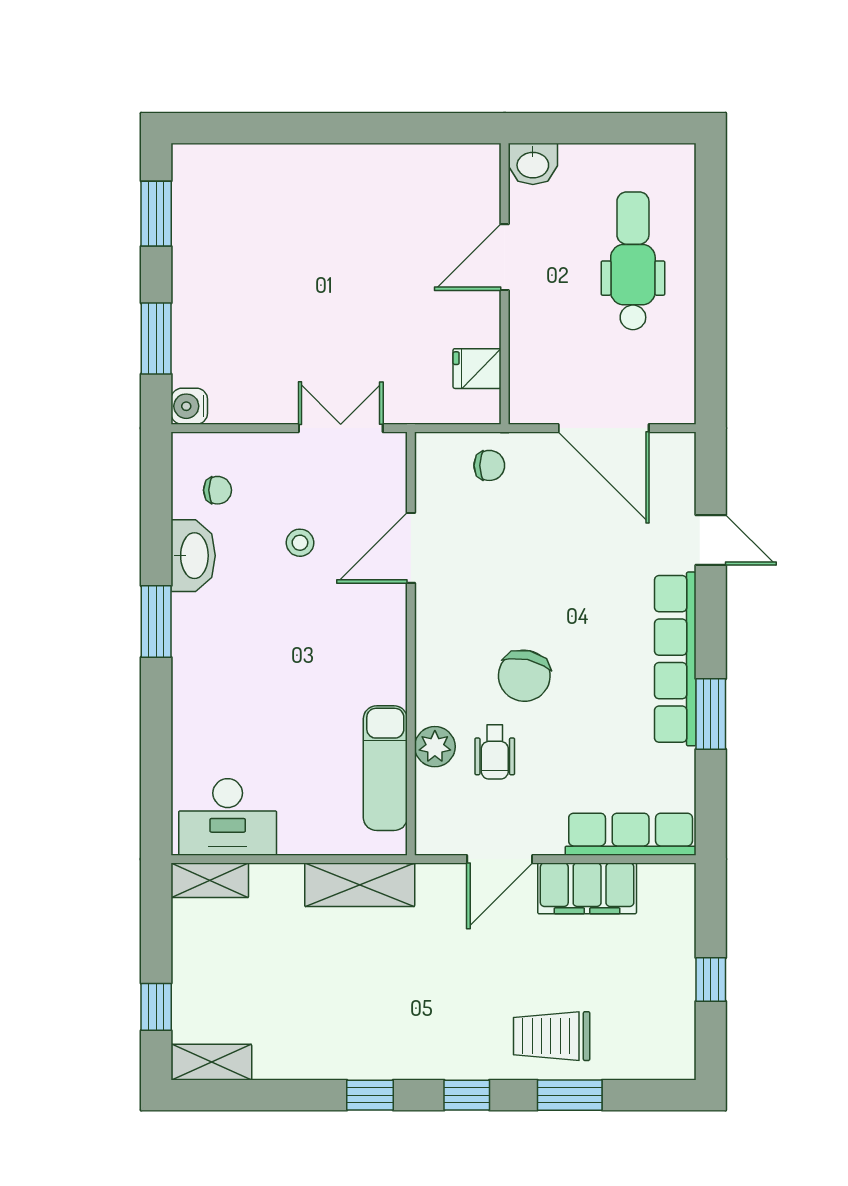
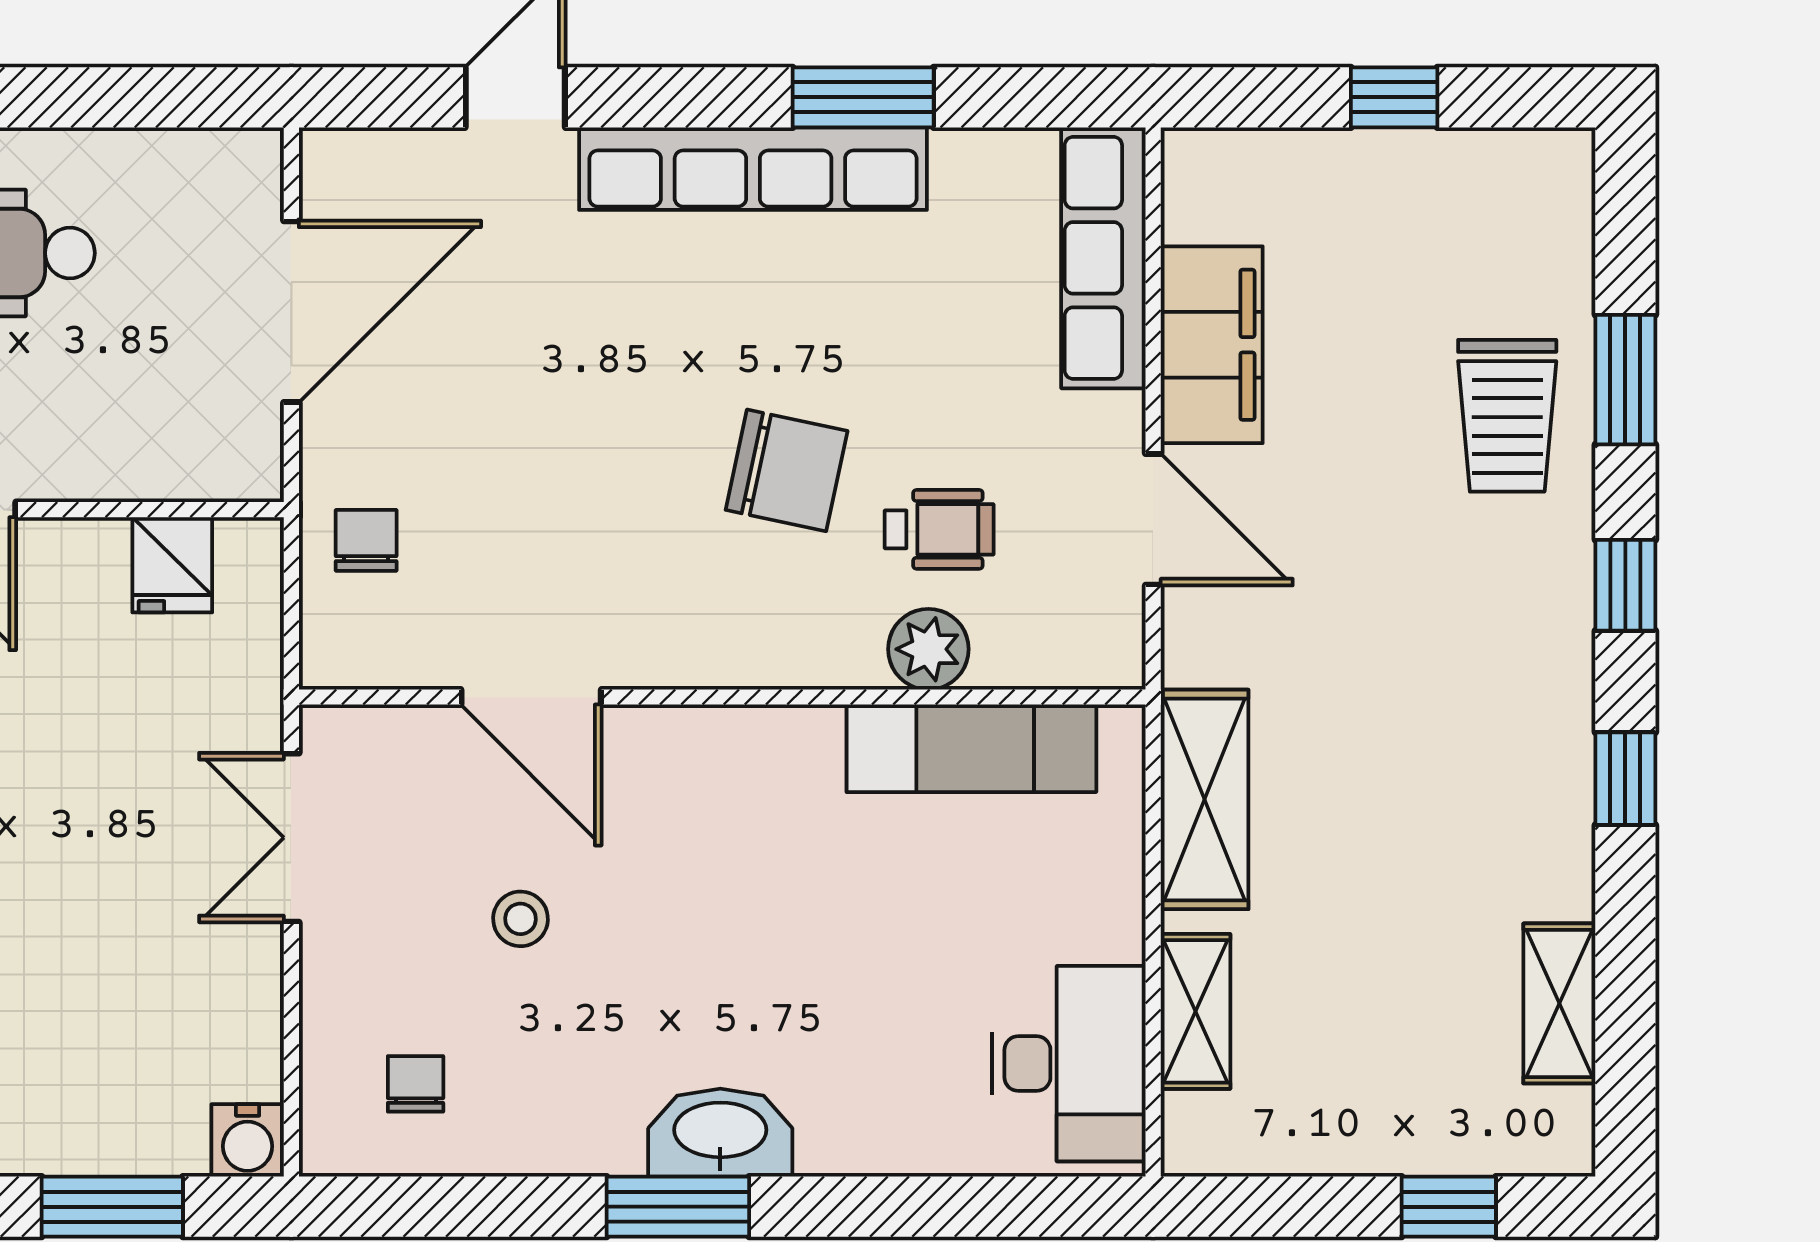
washbasin: (193, 556) -> (720, 1133), moved
shelving: (210, 880) -> (1195, 1011), moved
shelving: (212, 1062) -> (1559, 1003), moved

